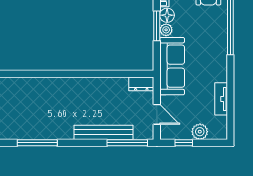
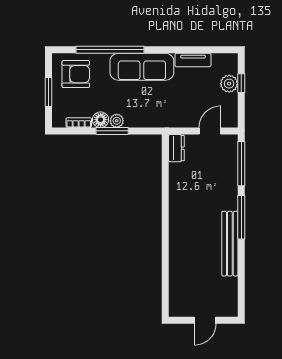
sofa: (172, 66) -> (142, 67), moved, turned 180
bench: (103, 132) -> (230, 244), moved
window: (37, 143) -> (241, 217), moved
window: (184, 143) -> (241, 83), moved

